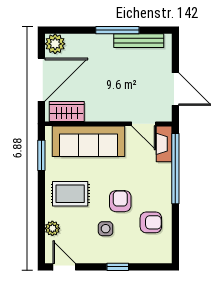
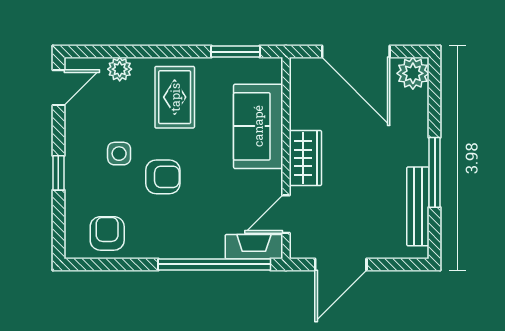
wardrobe: (67, 111) -> (305, 158), moved
sofa: (88, 141) -> (258, 126), width x0.73
armchair: (151, 222) -> (107, 233), moved, turned 180

